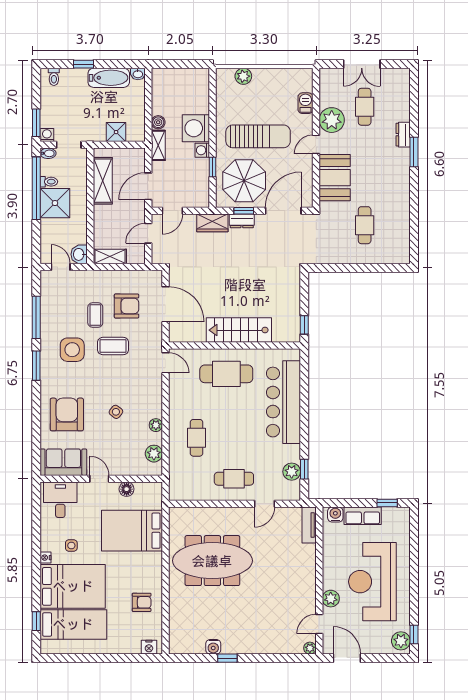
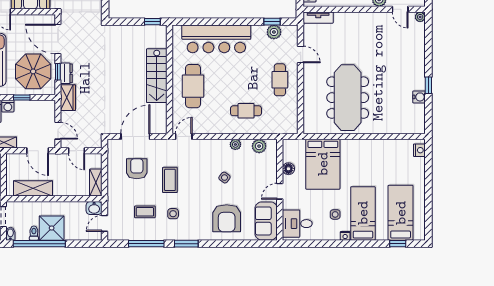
coffee table: (95, 315) -> (145, 212), moved
side table: (72, 350) -> (173, 214), width x0.54, depth x0.54
armchair: (67, 414) -> (227, 218), turned -90
bed: (73, 586) -> (363, 213), width x0.67
armchair: (142, 602) -> (382, 156), removed

